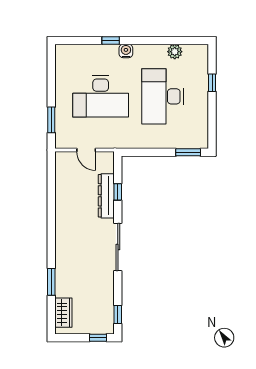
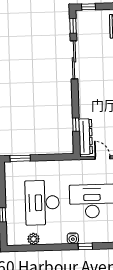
desk: (163, 96) -> (42, 203), turned 180
dresser: (106, 196) -> (86, 137), moved
sliding door: (118, 247) -> (74, 60), moved

